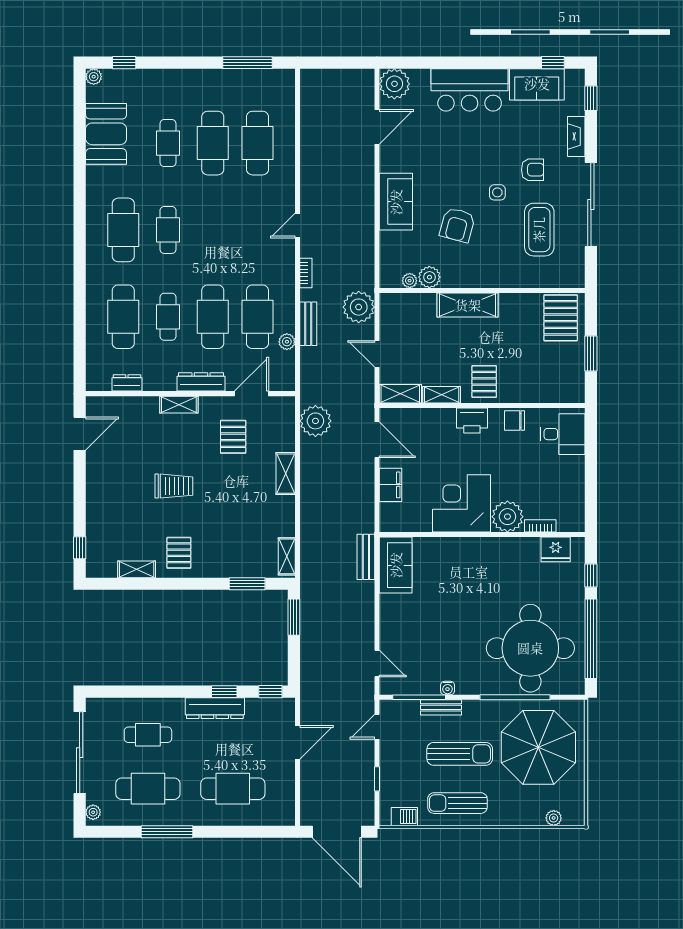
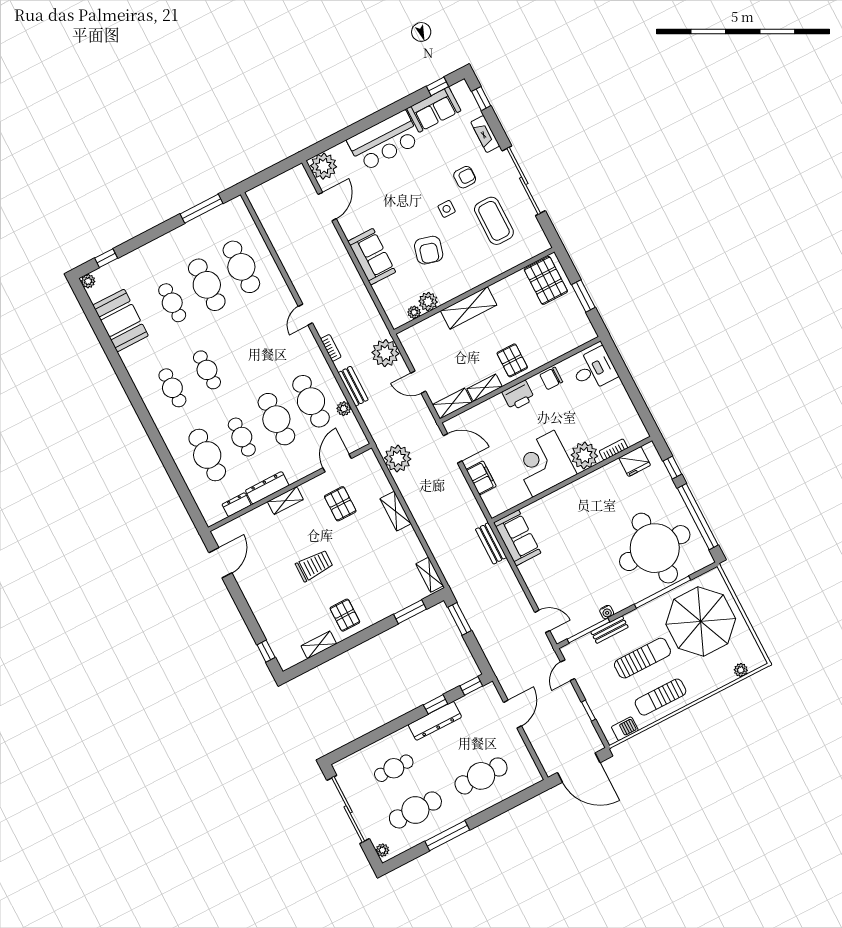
cafe table: (123, 230) -> (172, 388), width x0.73, depth x0.74
dresser: (201, 382) -> (267, 488), moved

